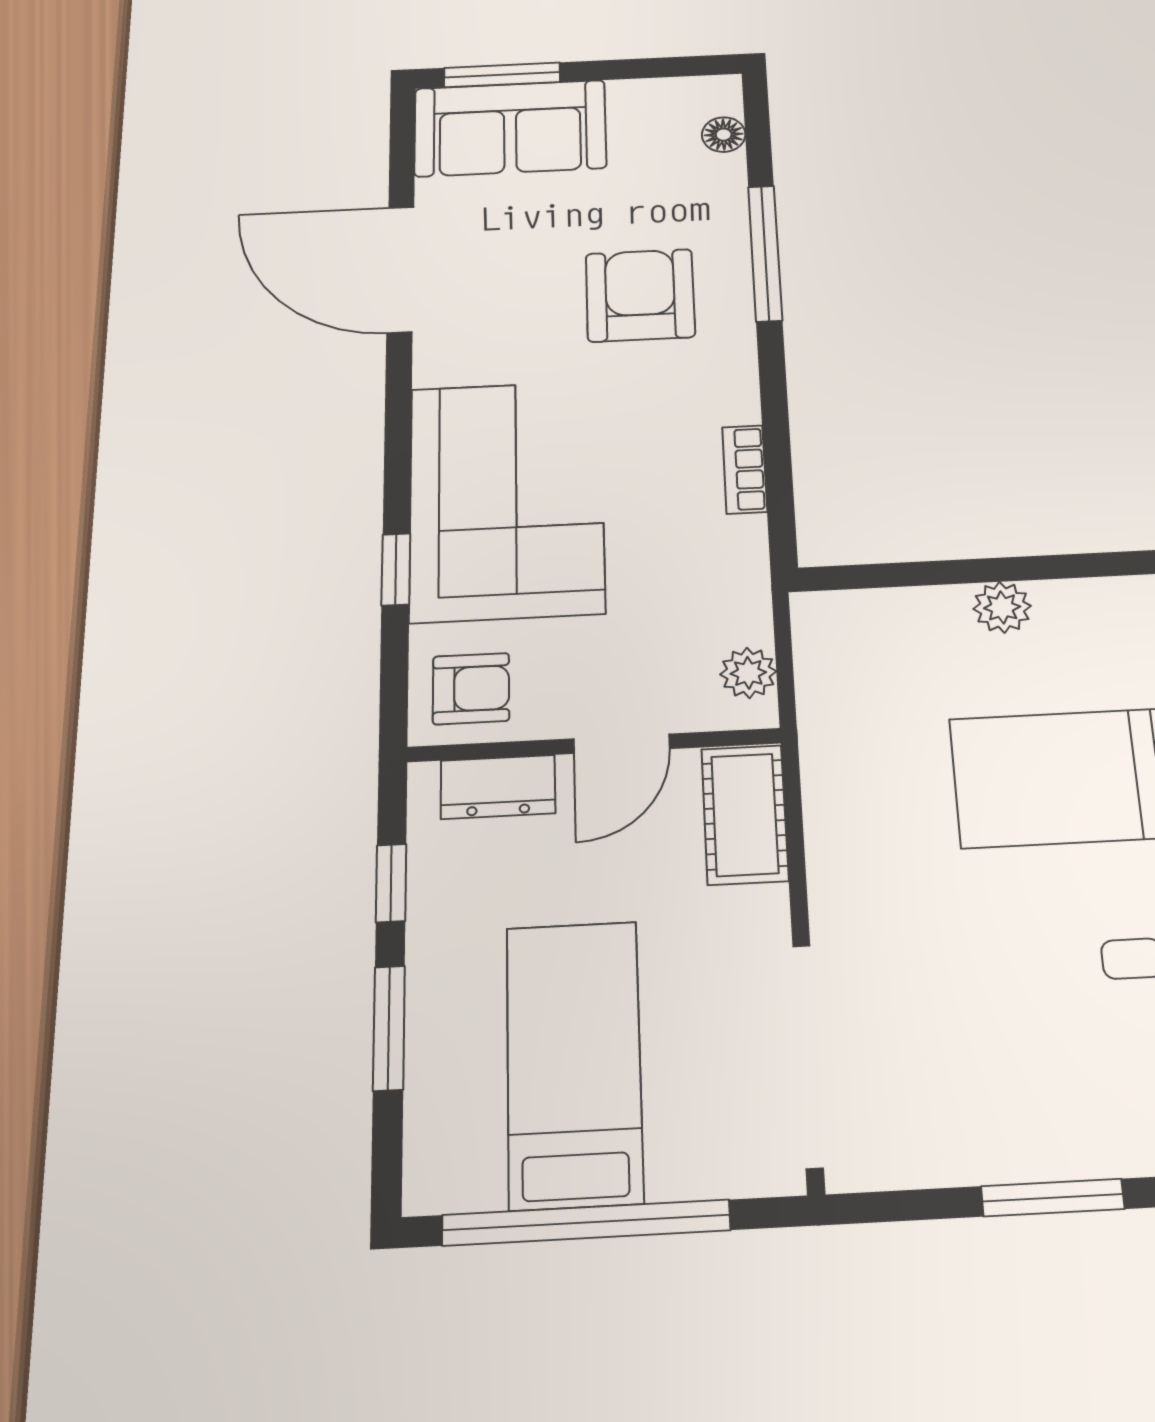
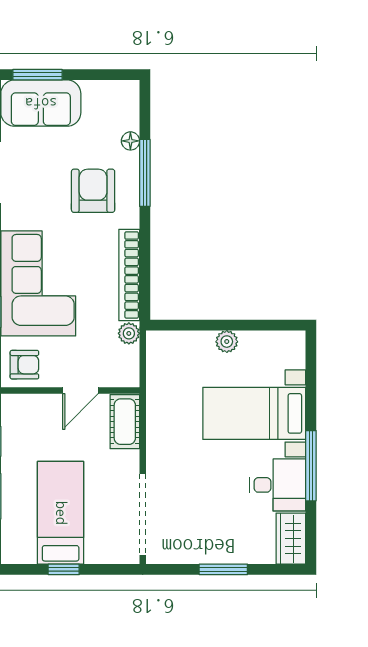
floor lamp: (724, 135) -> (130, 141), moved
bookcase: (745, 469) -> (129, 275), width x2.31, depth x1.31
plant: (748, 673) -> (129, 333), moved
dresser: (498, 787) -> (34, 406), removed
window: (586, 1223) -> (64, 569), width x0.32

